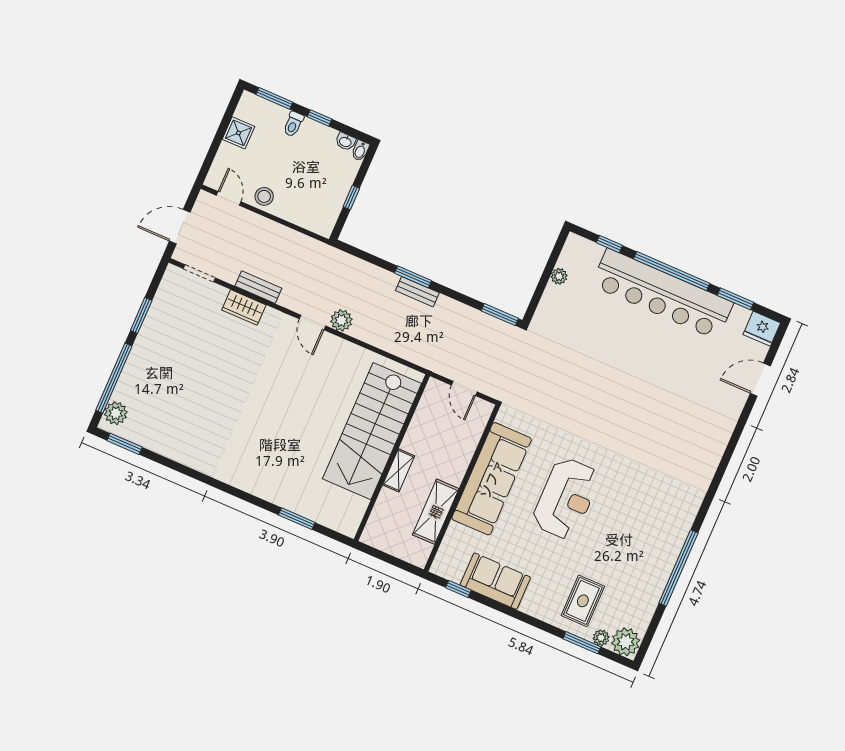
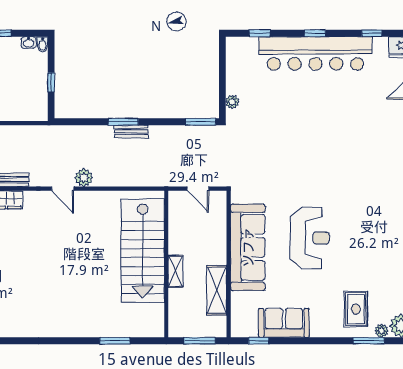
window: (672, 271) -> (315, 33), width x0.32
plant: (559, 276) -> (232, 102), moved
window: (736, 299) -> (372, 33), width x0.67
window: (392, 560) -> (200, 341), added

